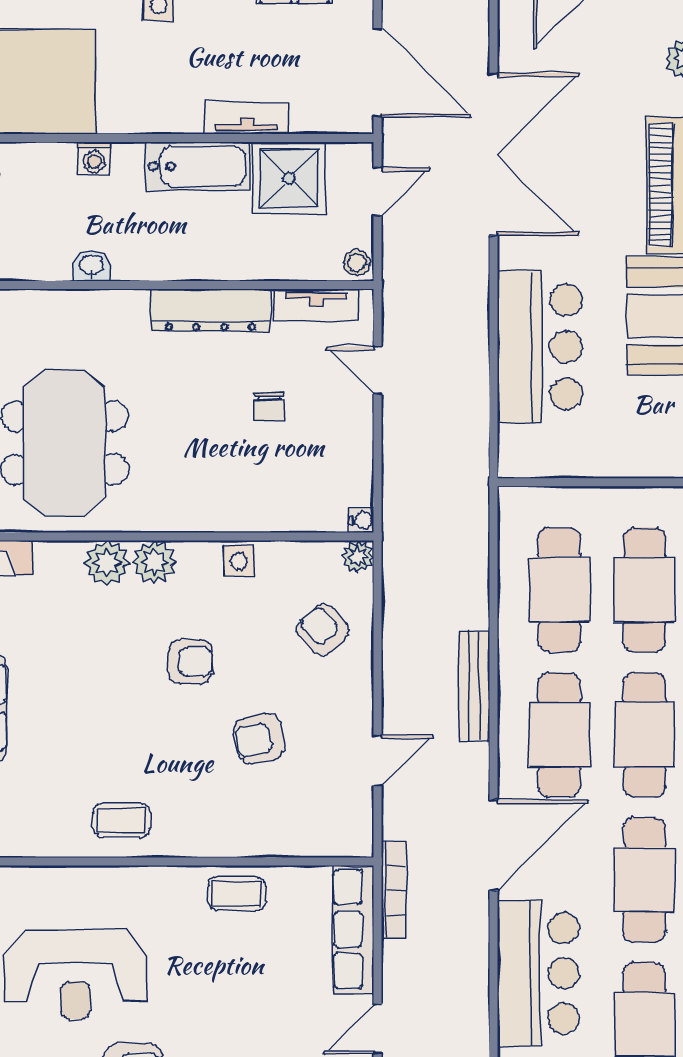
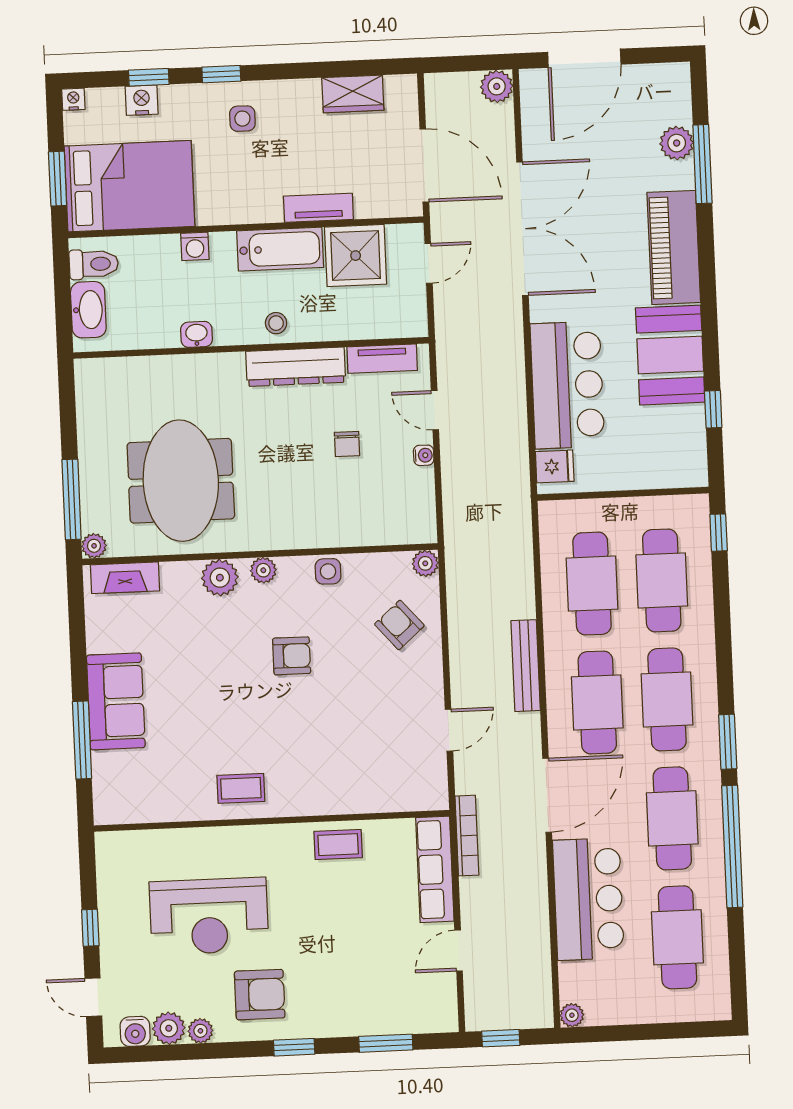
stool: (357, 263) -> (276, 323), moved
fridge: (520, 445) -> (555, 466), added
water cooler: (361, 520) -> (424, 455), moved
plant: (154, 562) -> (263, 570), width x0.73, depth x0.73
armchair: (259, 739) -> (351, 716), removed

